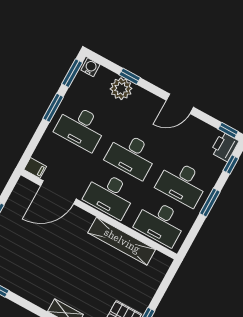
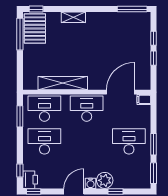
water cooler: (90, 67) -> (91, 183), moved
plant: (121, 89) -> (105, 180), moved
desk: (131, 155) -> (87, 141), removed
window: (210, 202) -> (20, 116), moved

